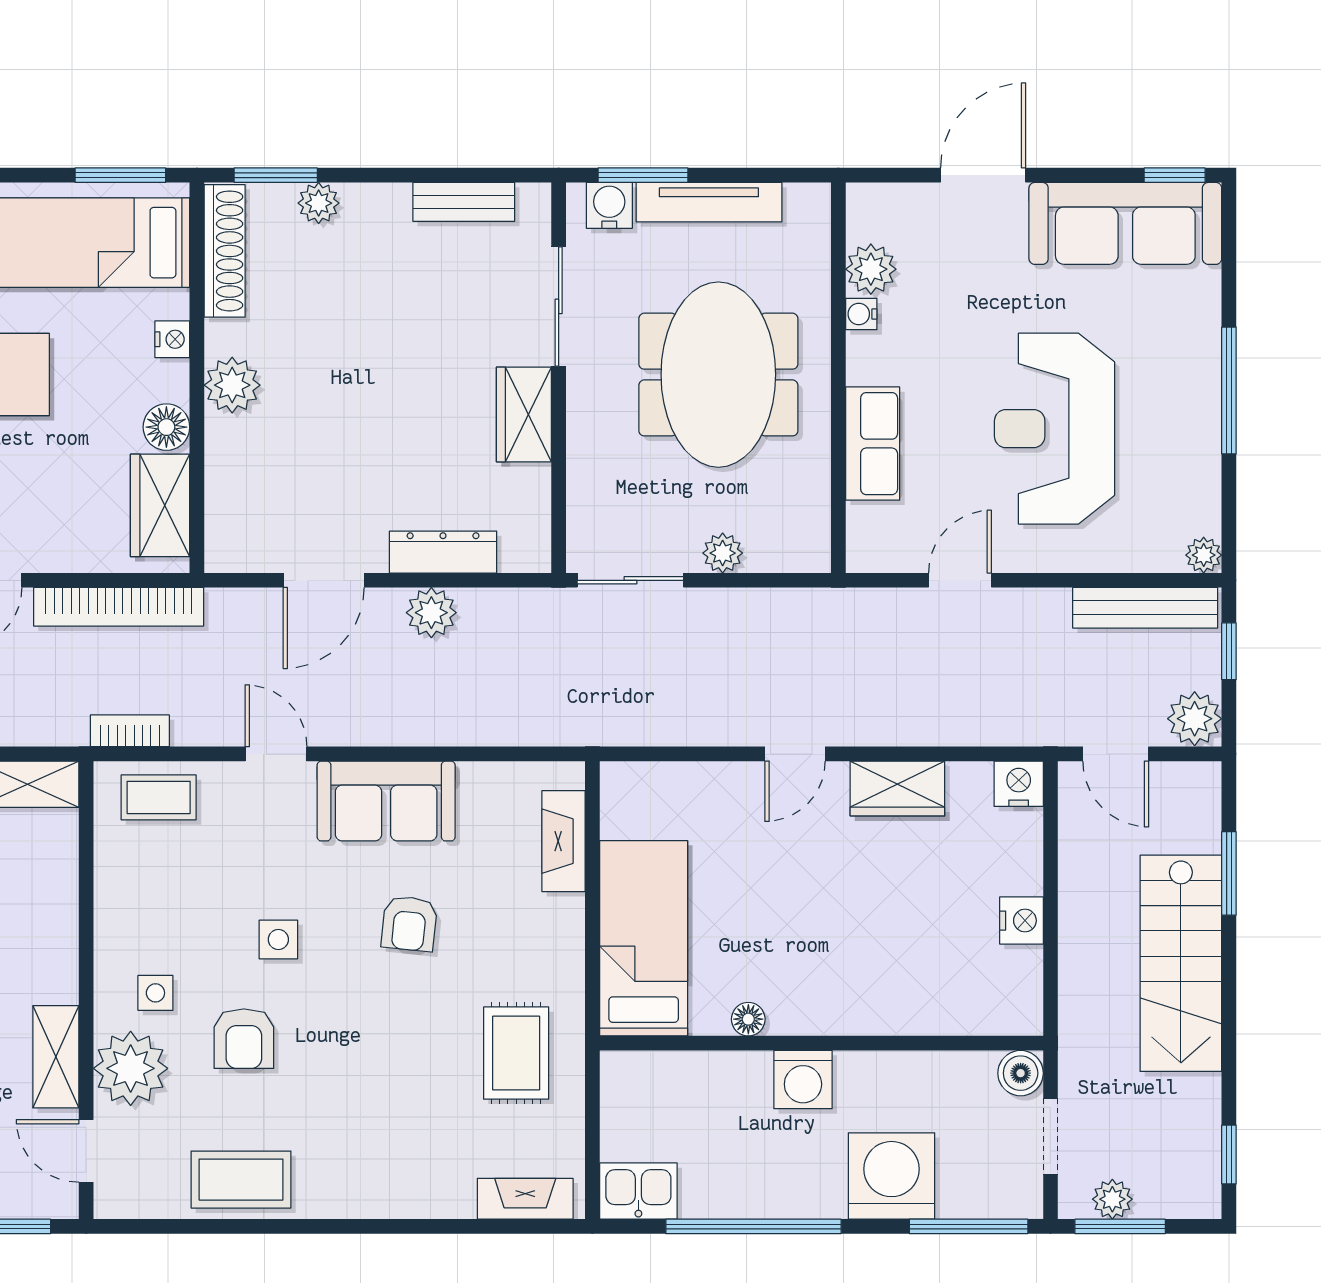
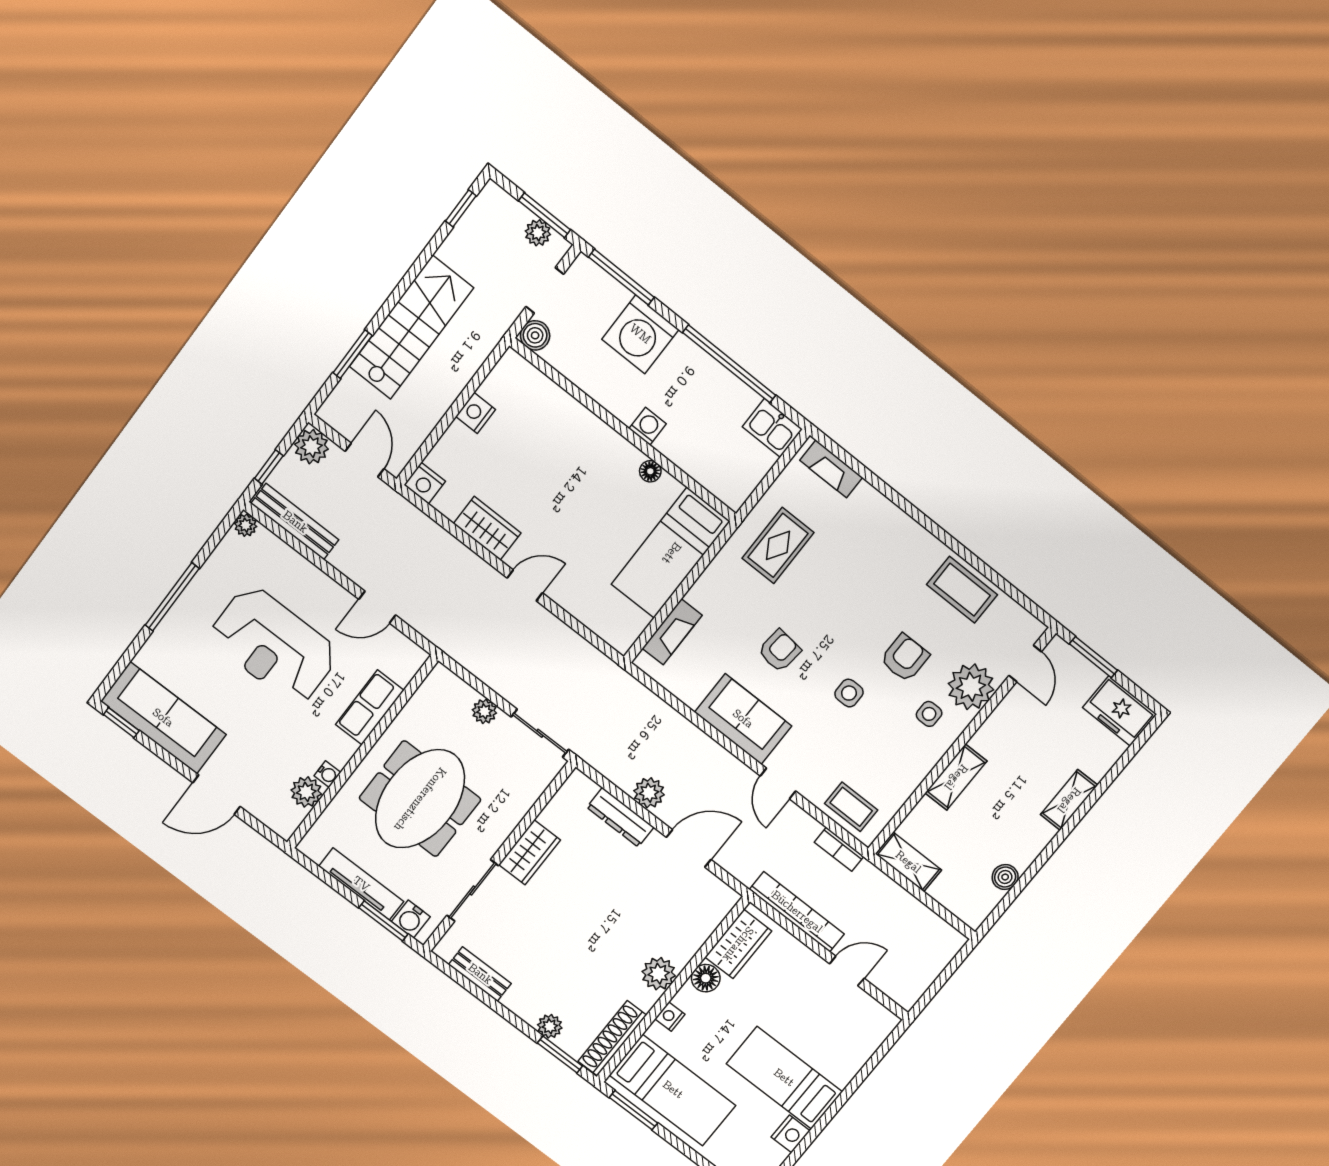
reception desk: (1054, 429) -> (274, 645), turned 90
shelving: (56, 1057) -> (956, 777), moved
washing machine: (803, 1080) -> (648, 426), width x0.73, depth x0.73

